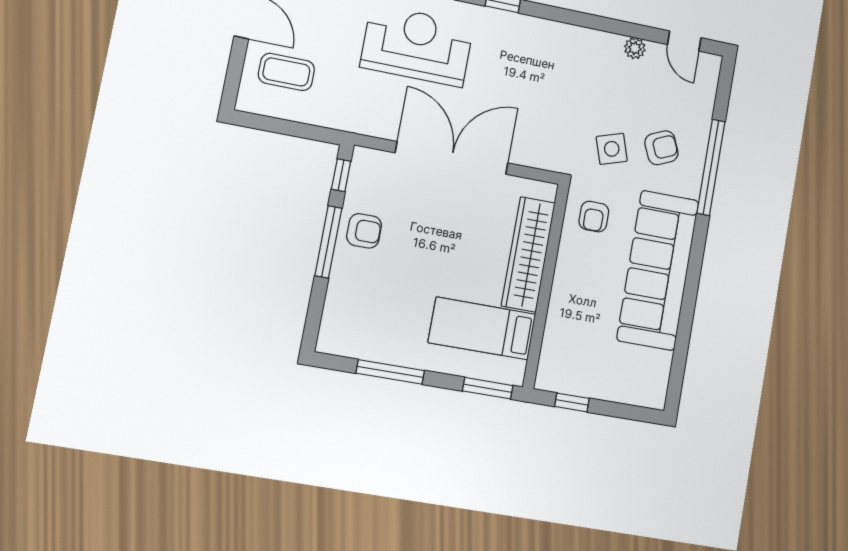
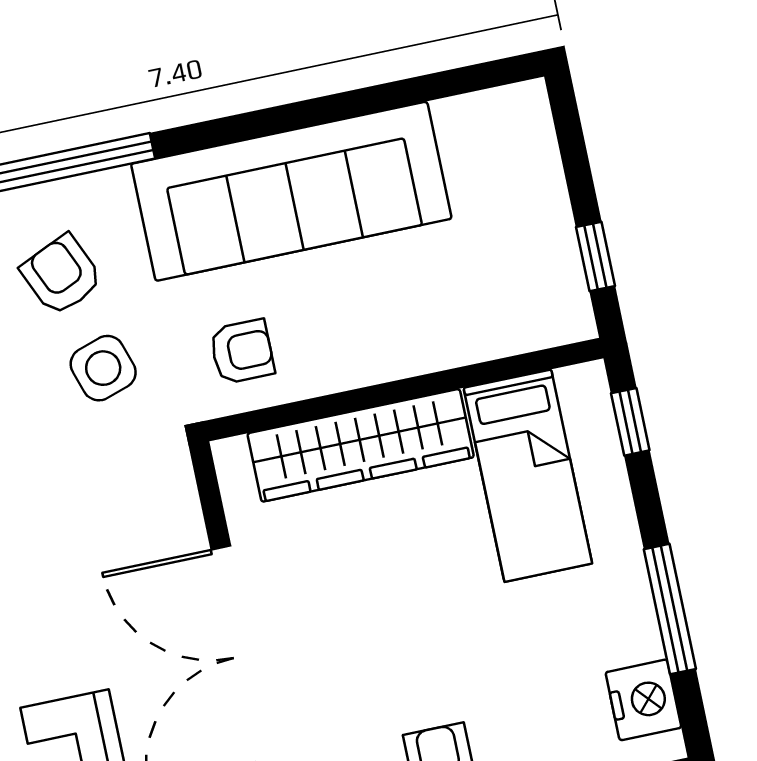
nightstand: (352, 341) -> (643, 700), added
window: (488, 388) -> (630, 422), width x0.67

